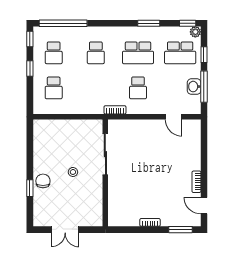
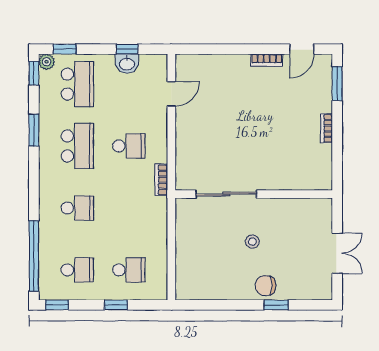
window: (204, 55) -> (65, 49), moved
window: (30, 69) -> (116, 305), moved
window: (204, 87) -> (127, 49), width x0.46

